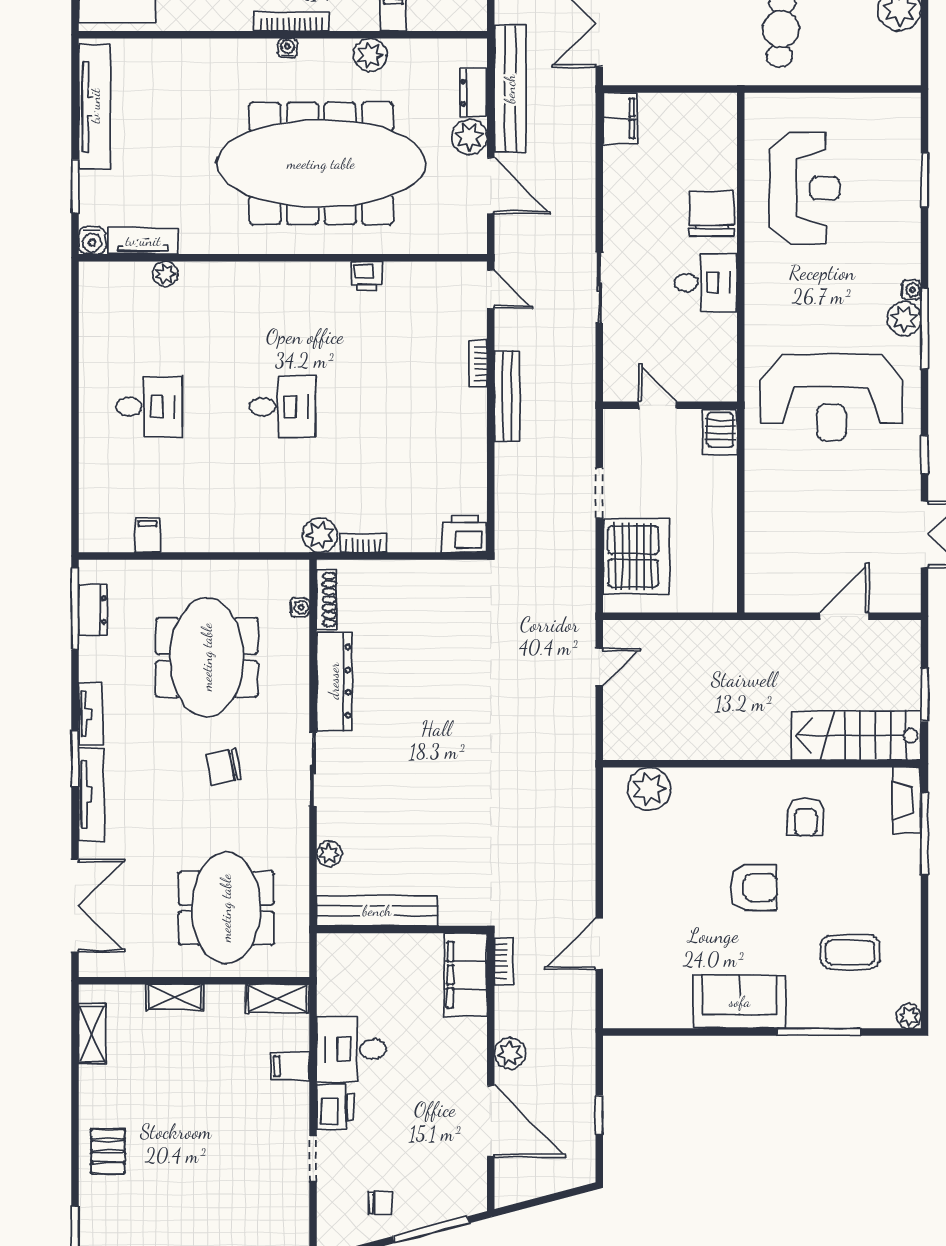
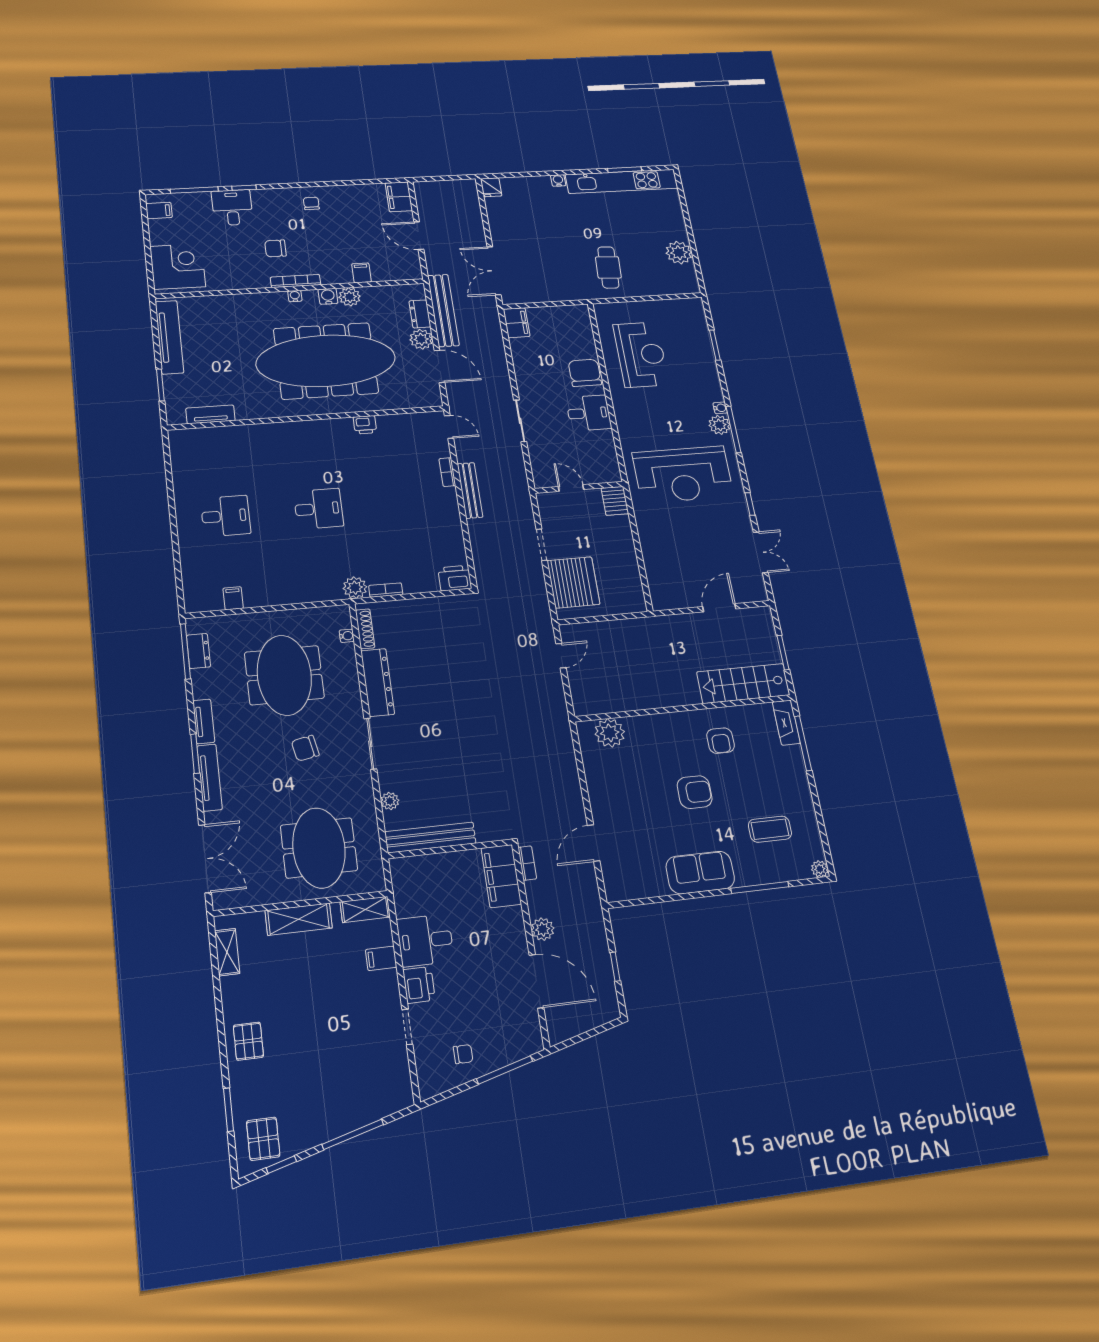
water cooler: (92, 240) -> (328, 296), moved, turned 180
plant: (165, 274) -> (228, 433), removed
shelving: (175, 997) -> (299, 919), width x1.50, depth x1.33

